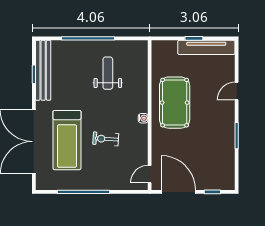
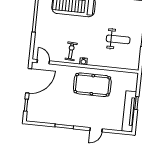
door: (237, 91) -> (96, 130), swing flipped
exercise bike: (106, 139) -> (71, 51), moved

